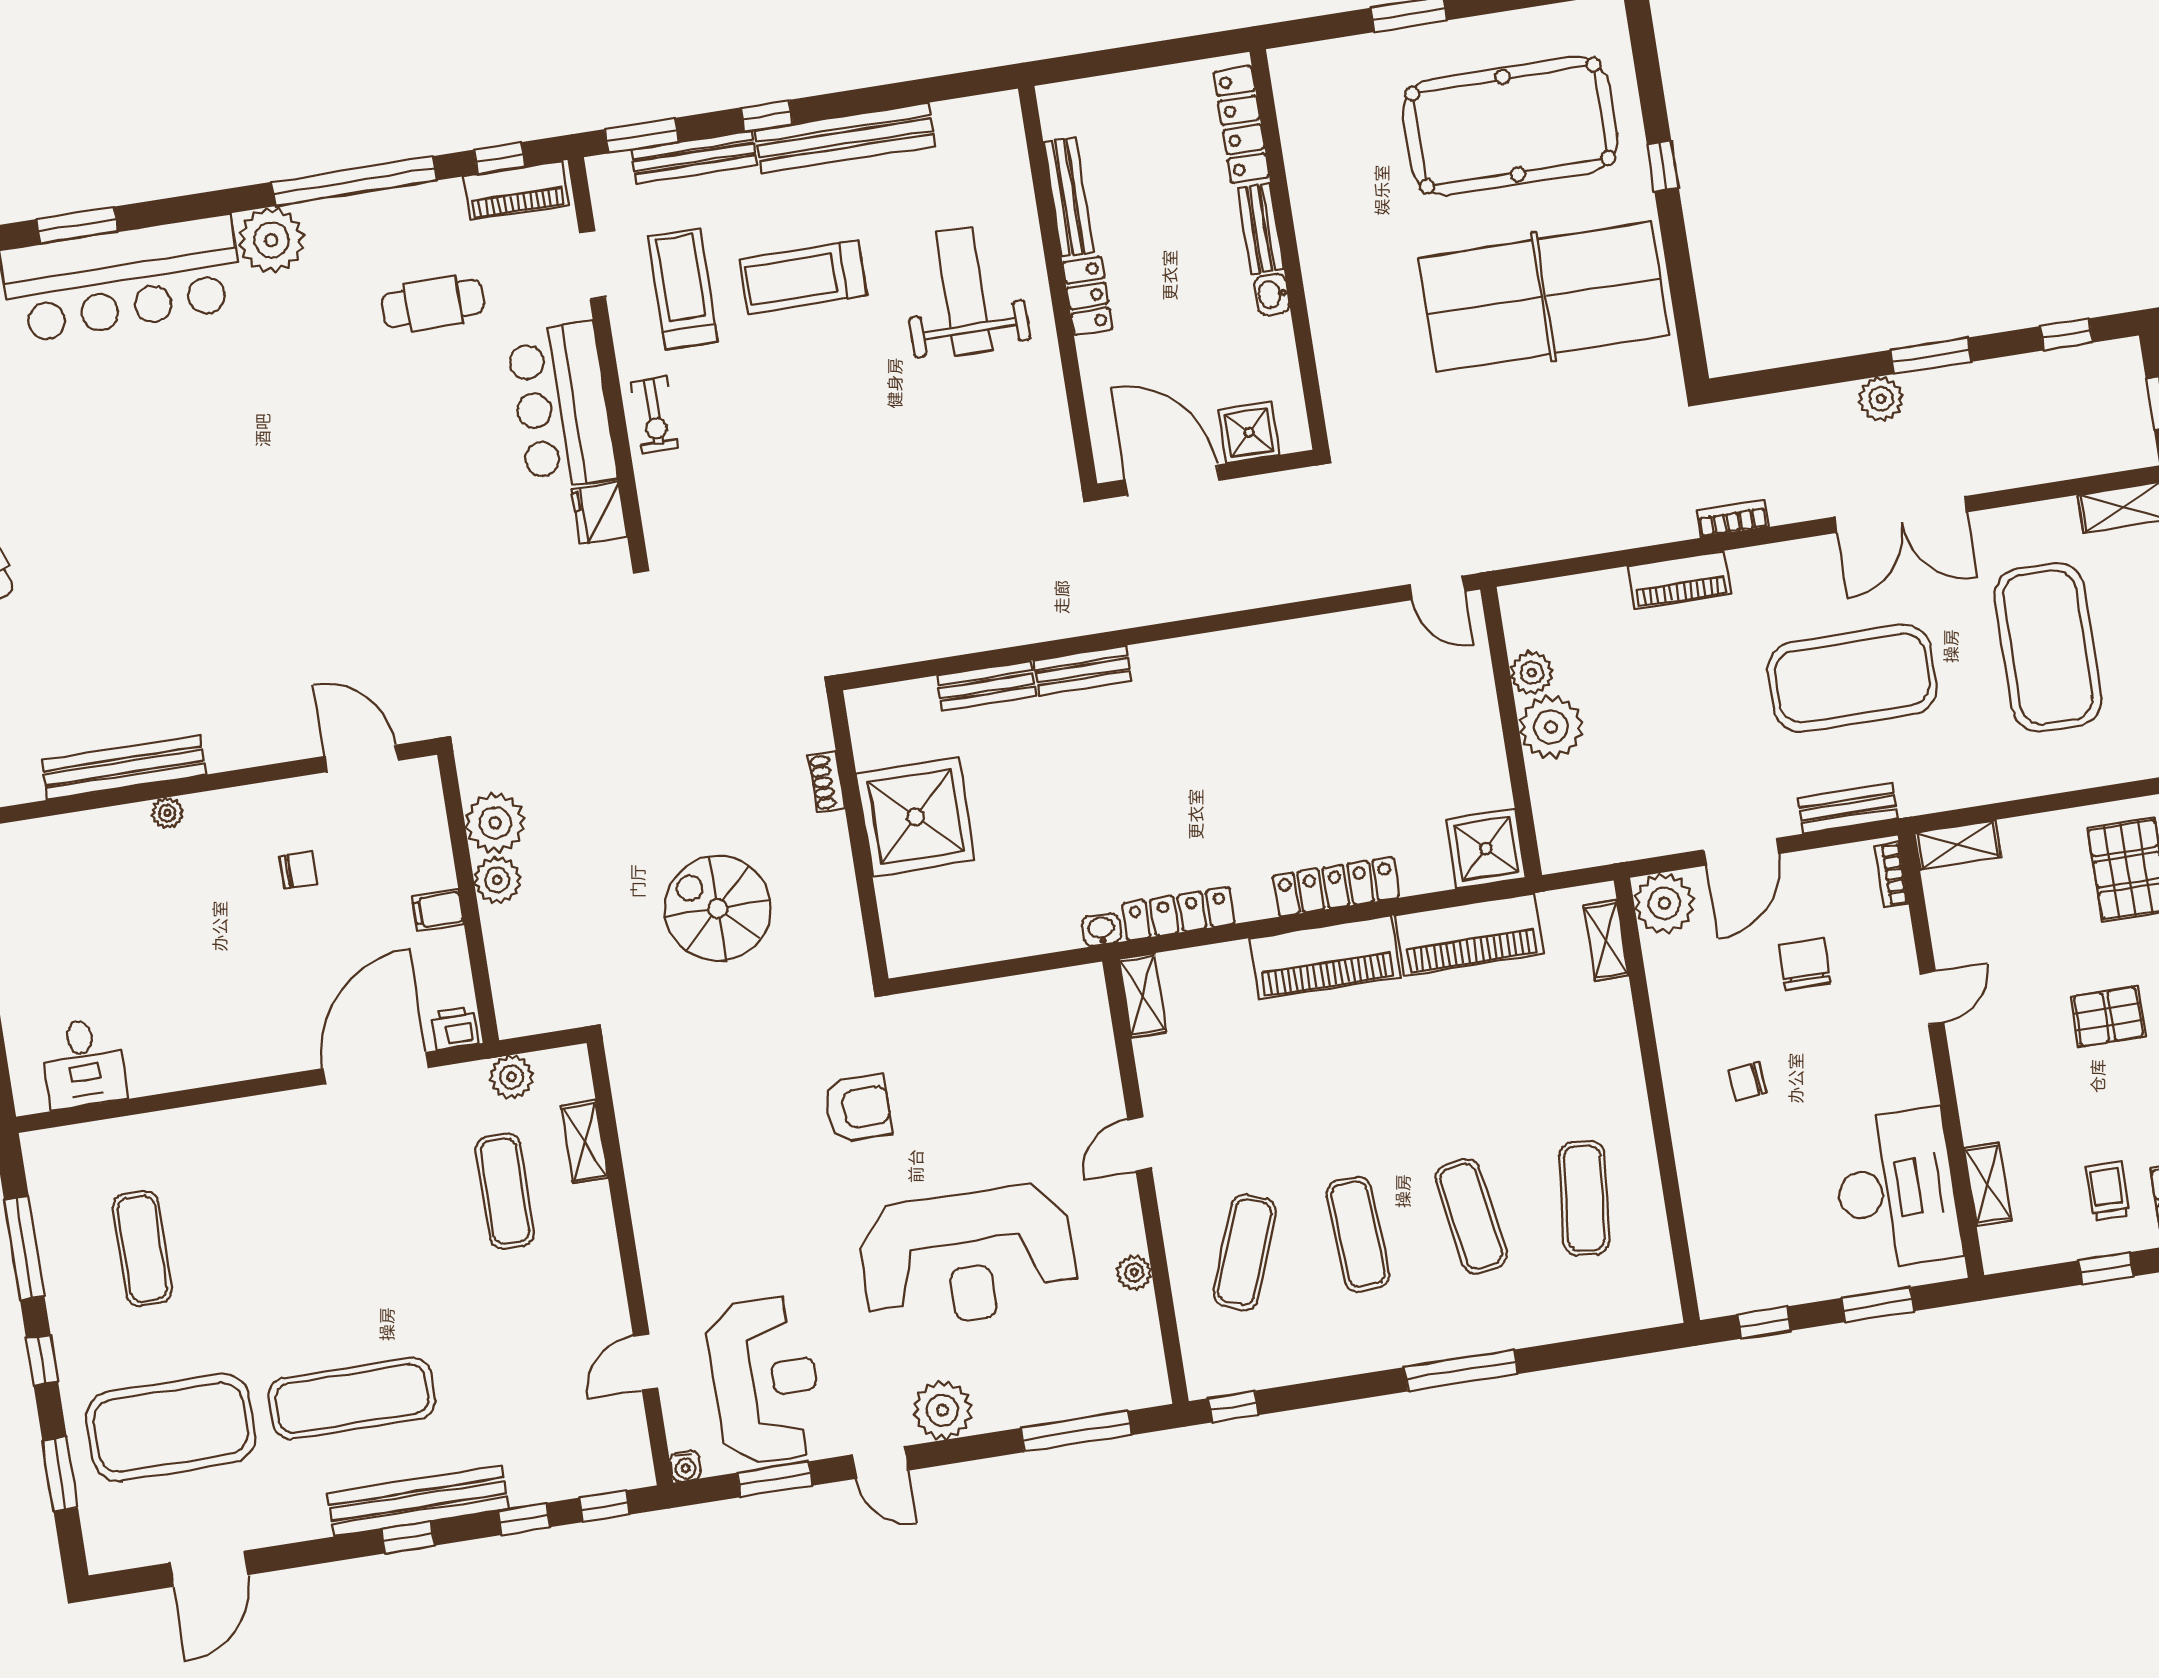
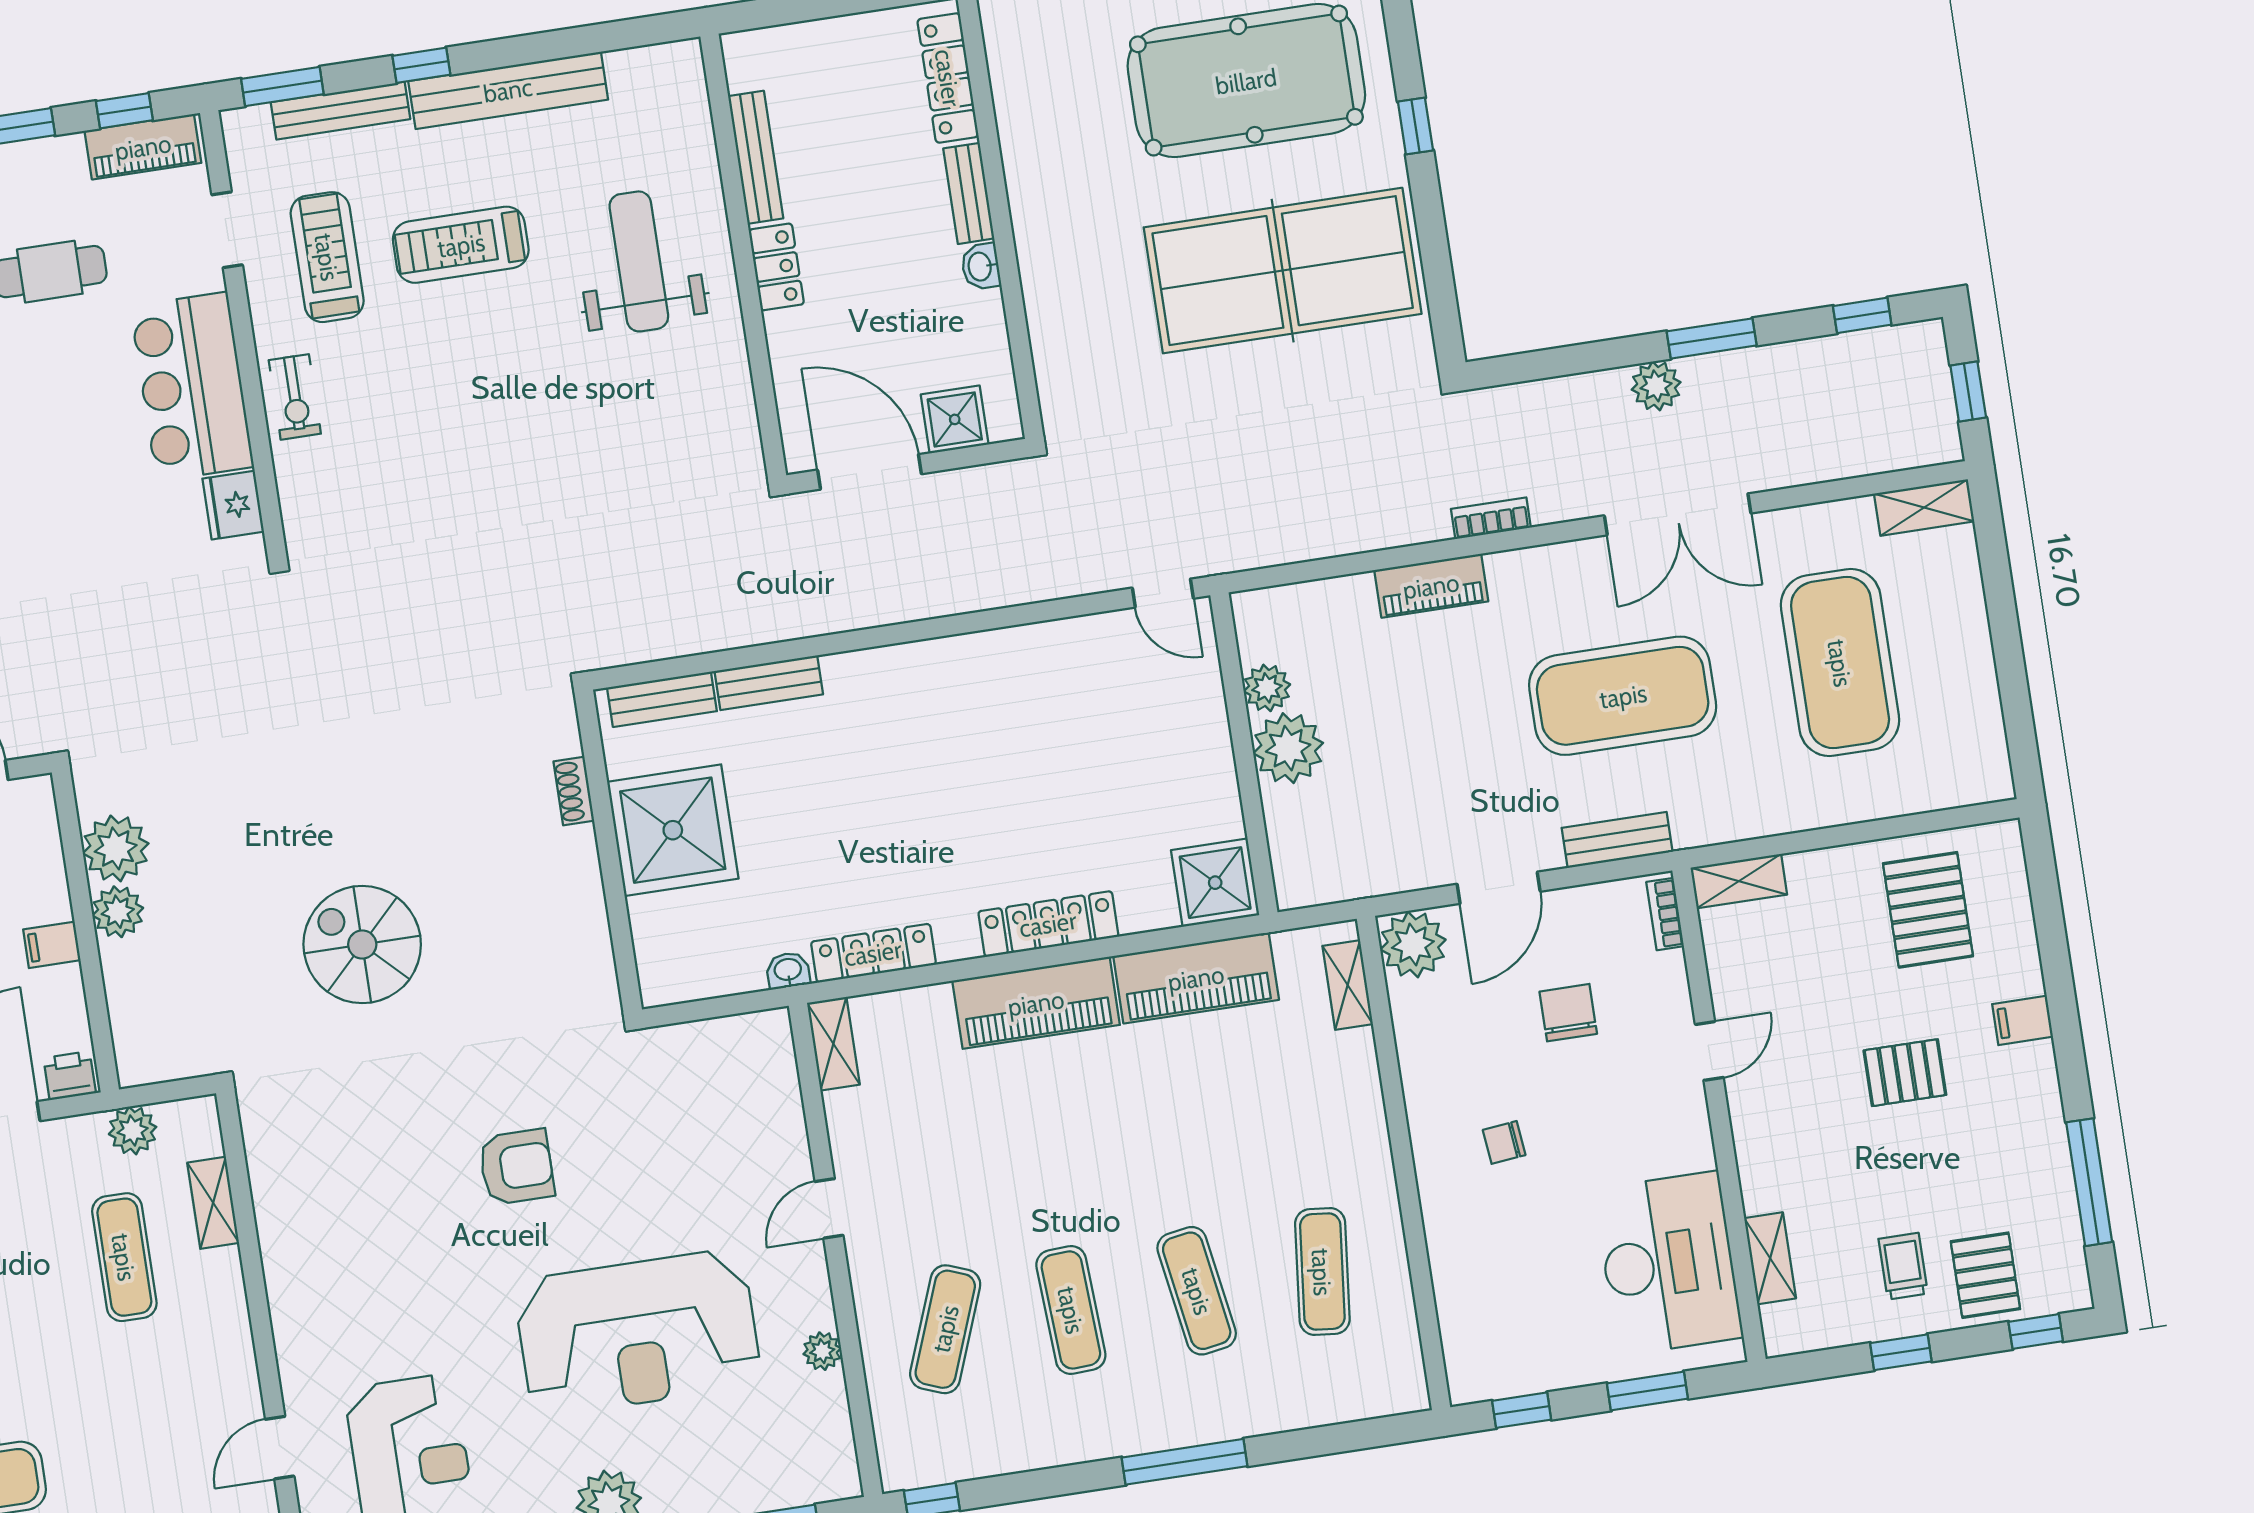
shoe rack: (826, 782) -> (574, 791), moved
shower: (916, 817) -> (673, 830), moved
wall: (858, 836) -> (608, 851), moved

